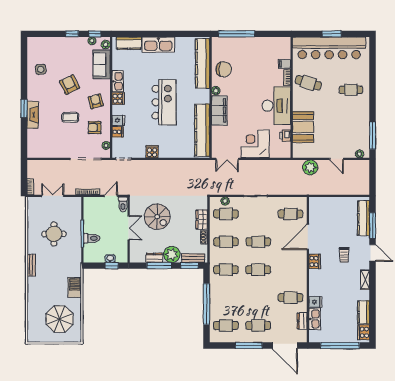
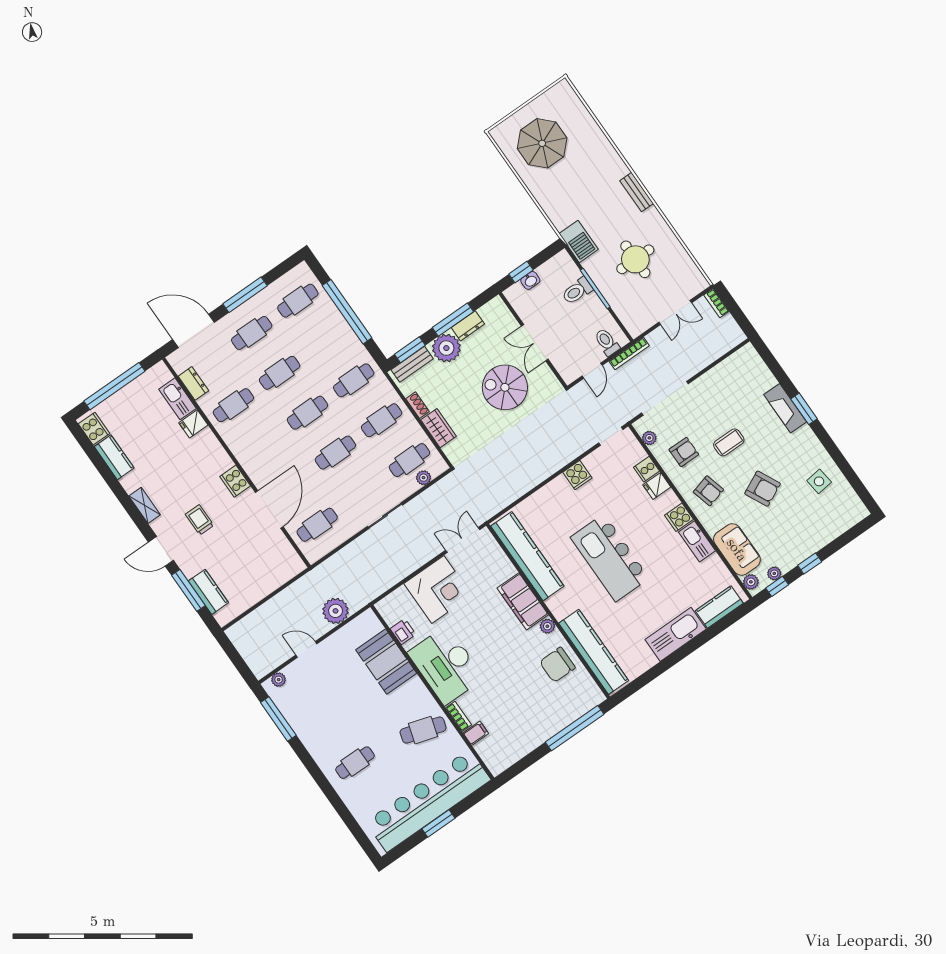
toilet: (123, 204) -> (607, 342), moved
kitchen counter: (364, 218) -> (208, 592), width x0.67
barbecue: (75, 287) -> (579, 241), moved
cafe table: (258, 298) -> (280, 373), added

